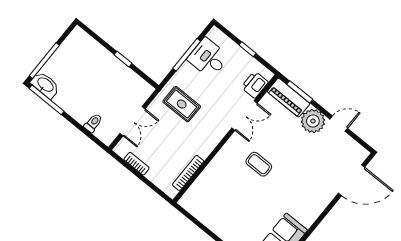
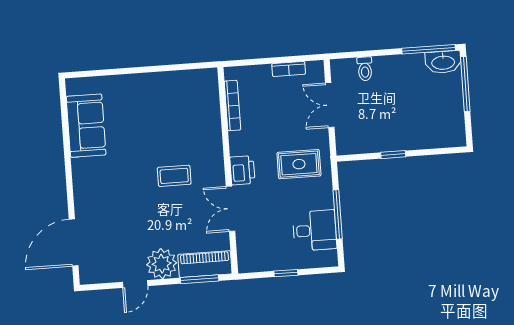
printer: (255, 85) -> (242, 170), moved

